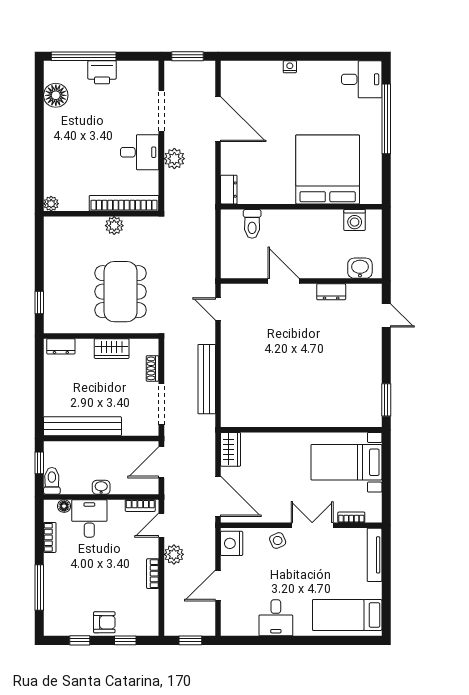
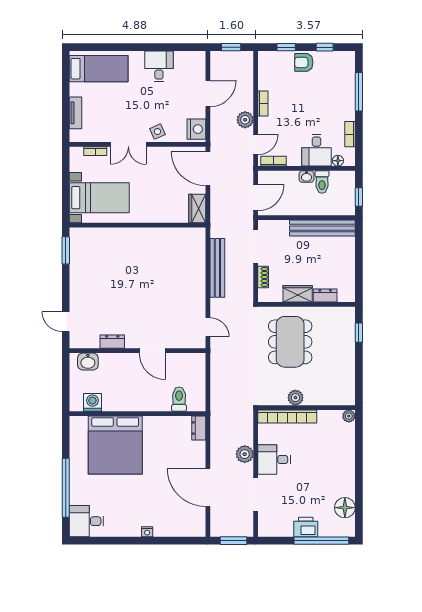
dresser: (61, 346) -> (325, 296), moved
toilet: (52, 481) -> (322, 182), moved
tv unit: (375, 555) -> (76, 113), width x0.71

